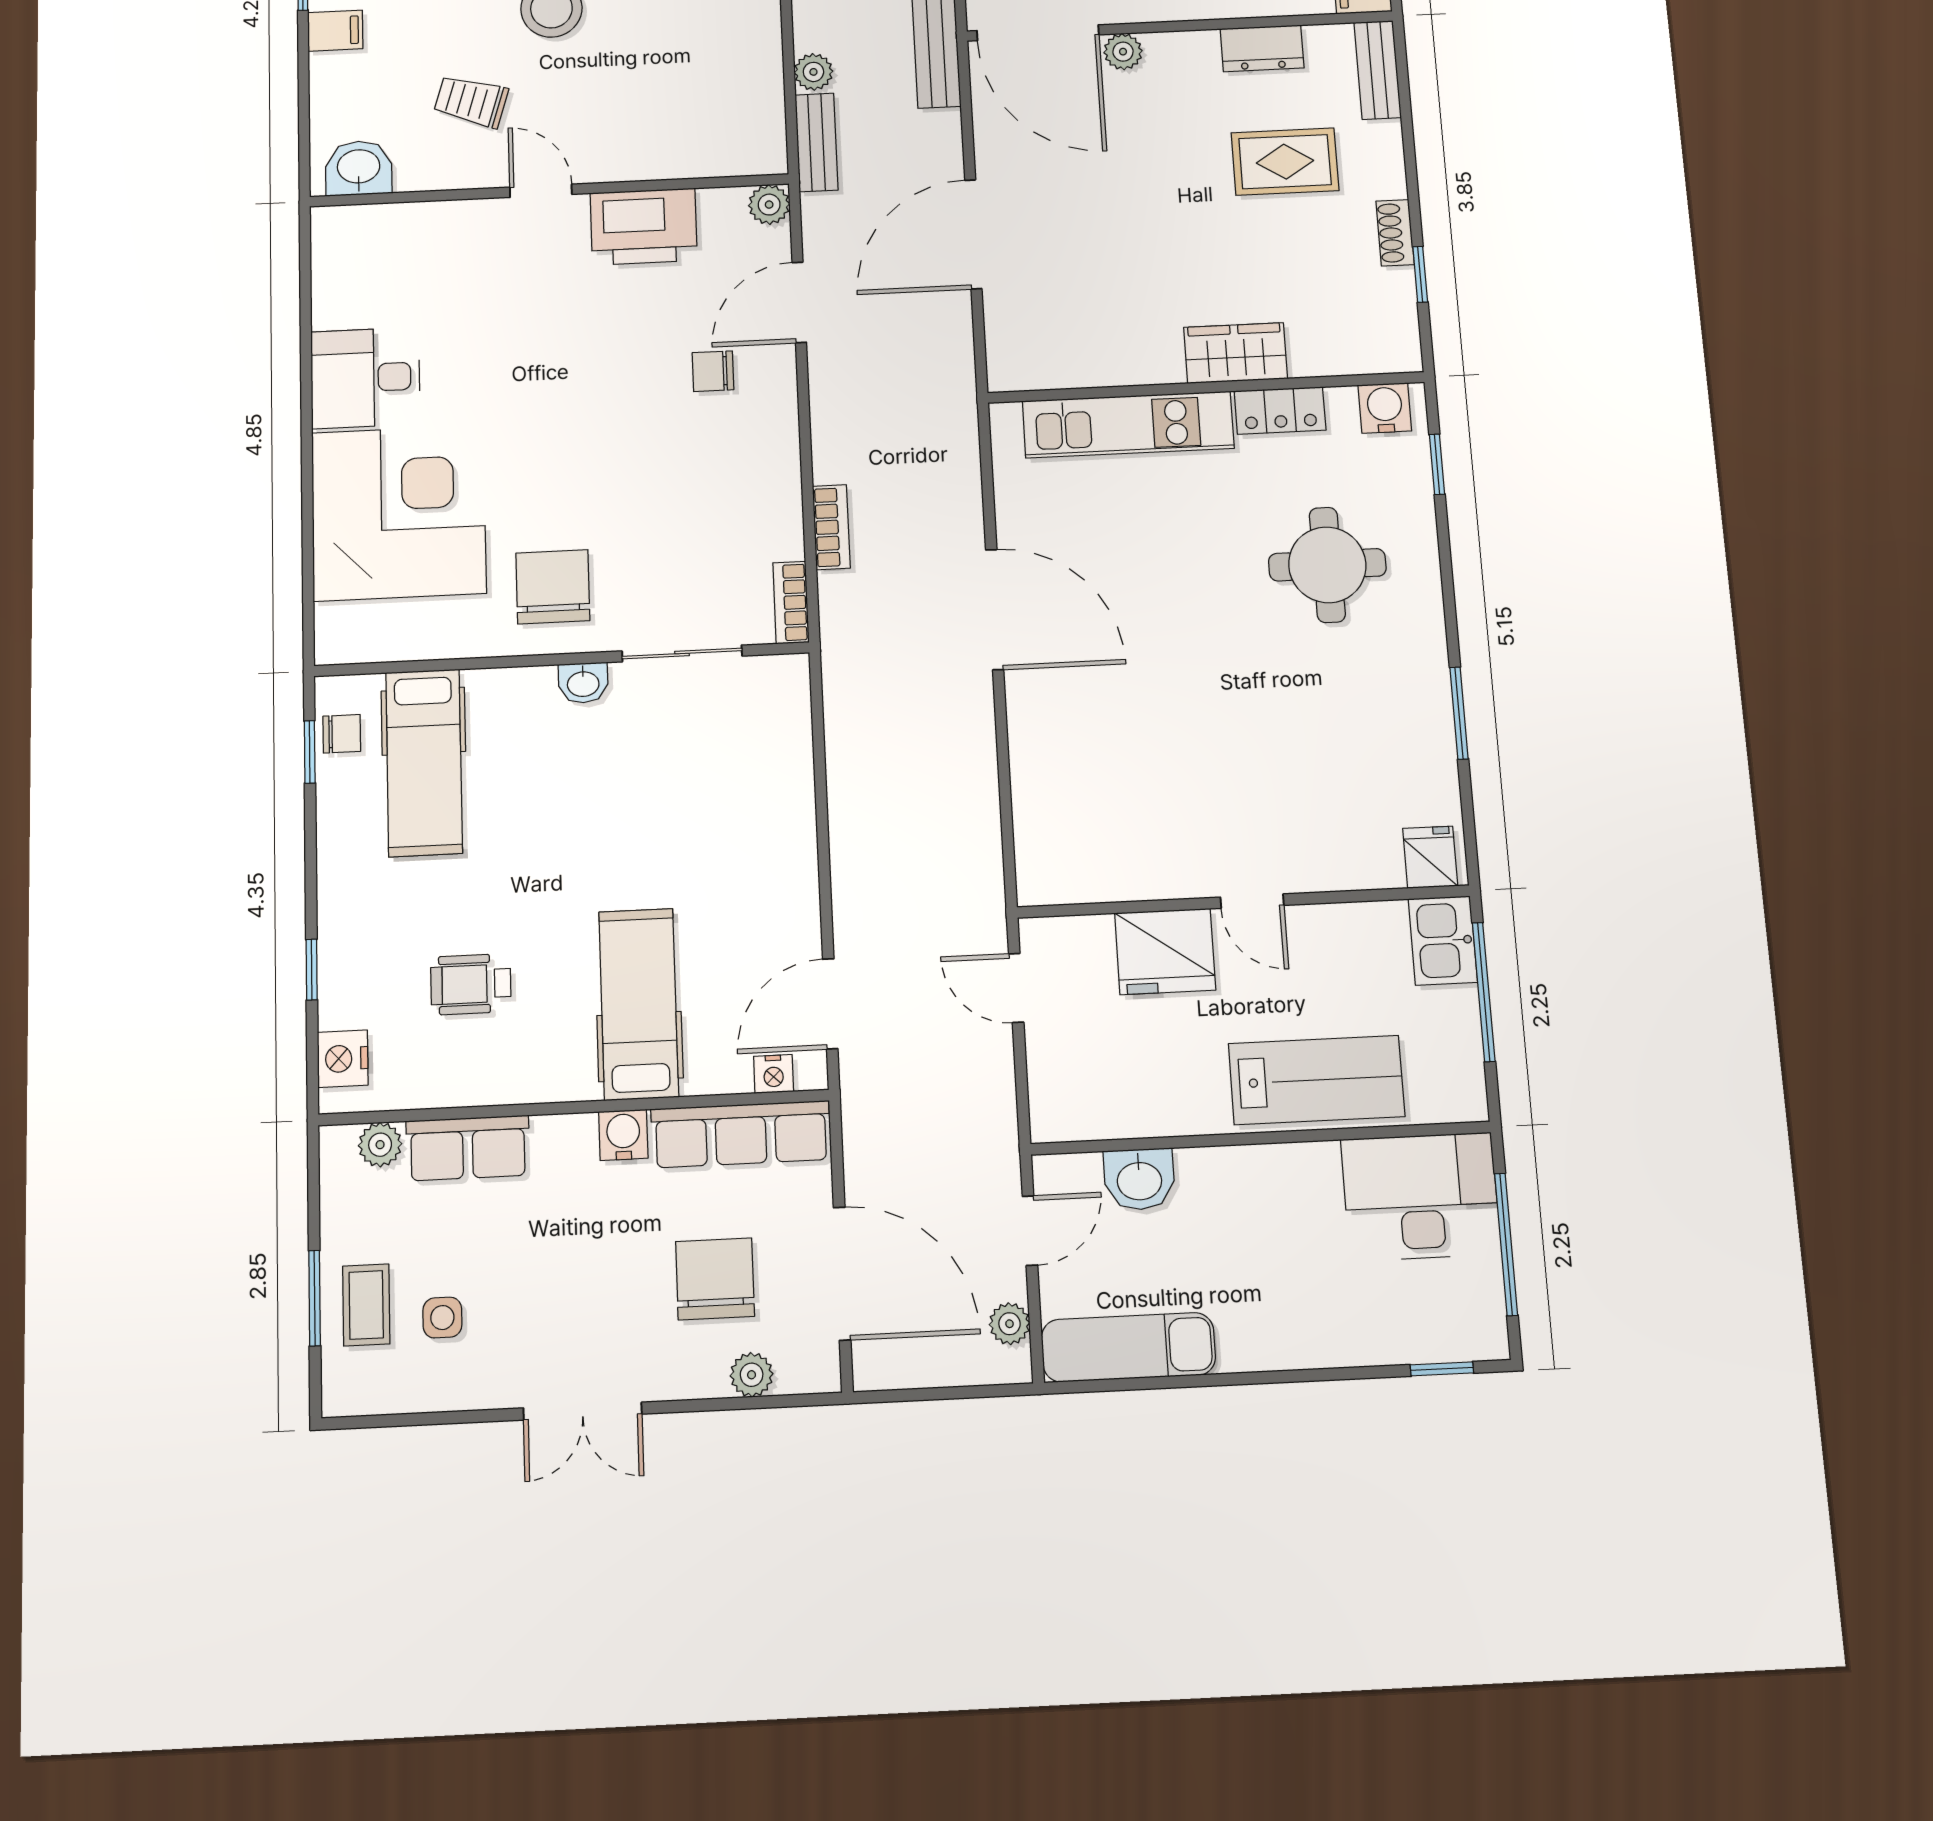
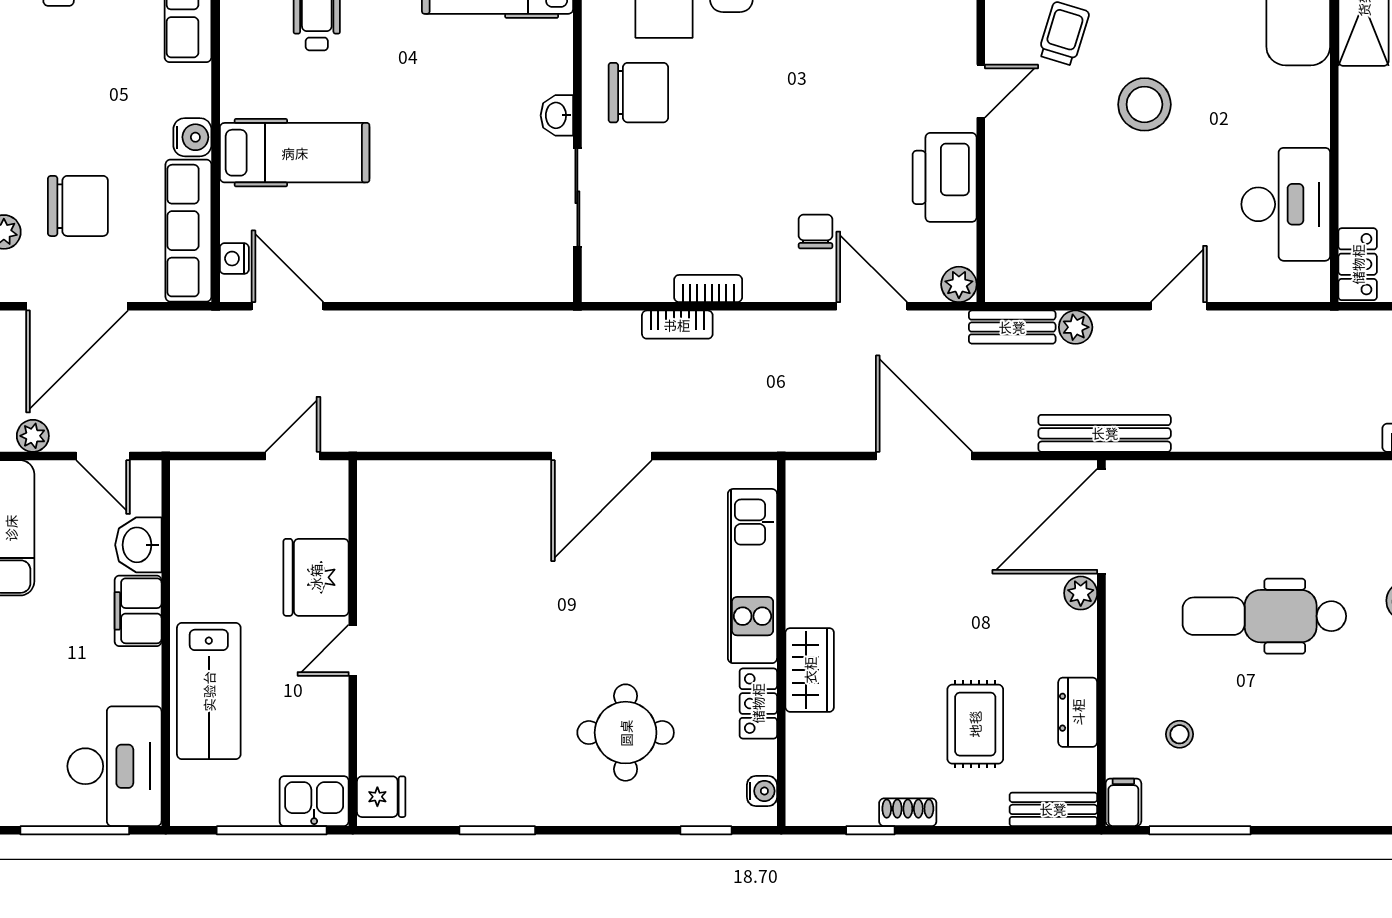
water cooler: (1385, 408) -> (762, 791), width x0.72, depth x0.72
bookcase: (791, 603) -> (708, 289), moved
filing cabinet: (1222, 1176) -> (138, 611), added

